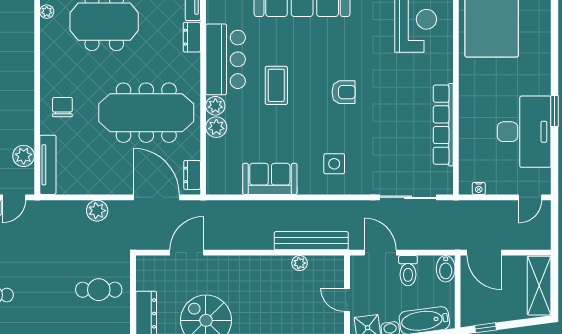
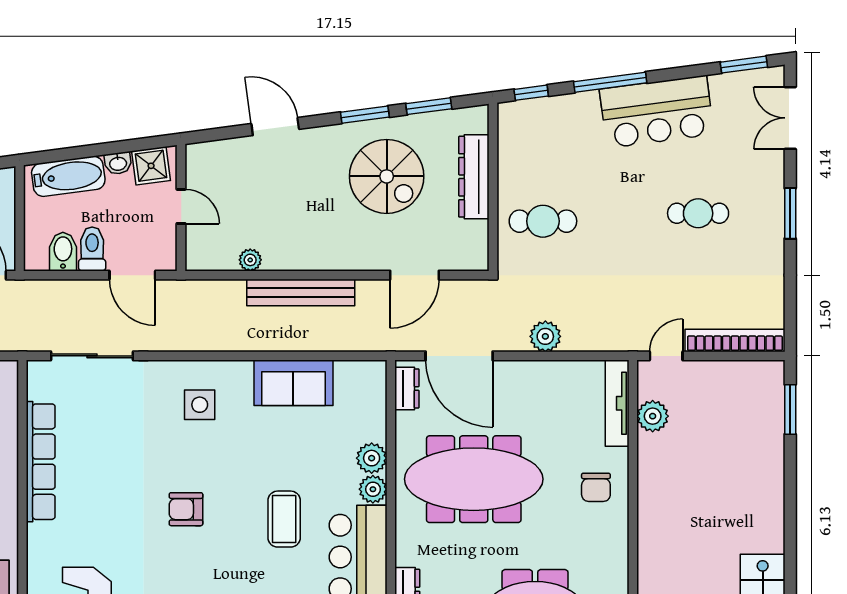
bench: (311, 241) -> (301, 293), moved
bidet: (446, 269) -> (63, 252), moved

